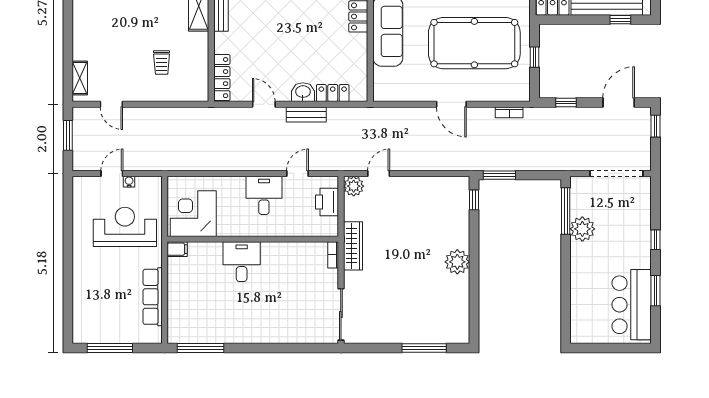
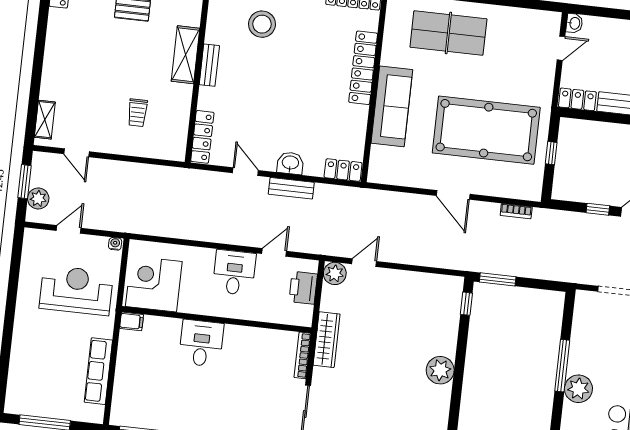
locker: (333, 93) -> (343, 170), moved
window: (566, 103) -> (598, 209), moved
plant: (82, 149) -> (38, 199), added
water cooler: (129, 182) -> (115, 244), moved
window: (566, 211) -> (562, 366), moved
plant: (582, 229) -> (578, 389), moved
bookcase: (333, 255) -> (303, 355), width x1.56

